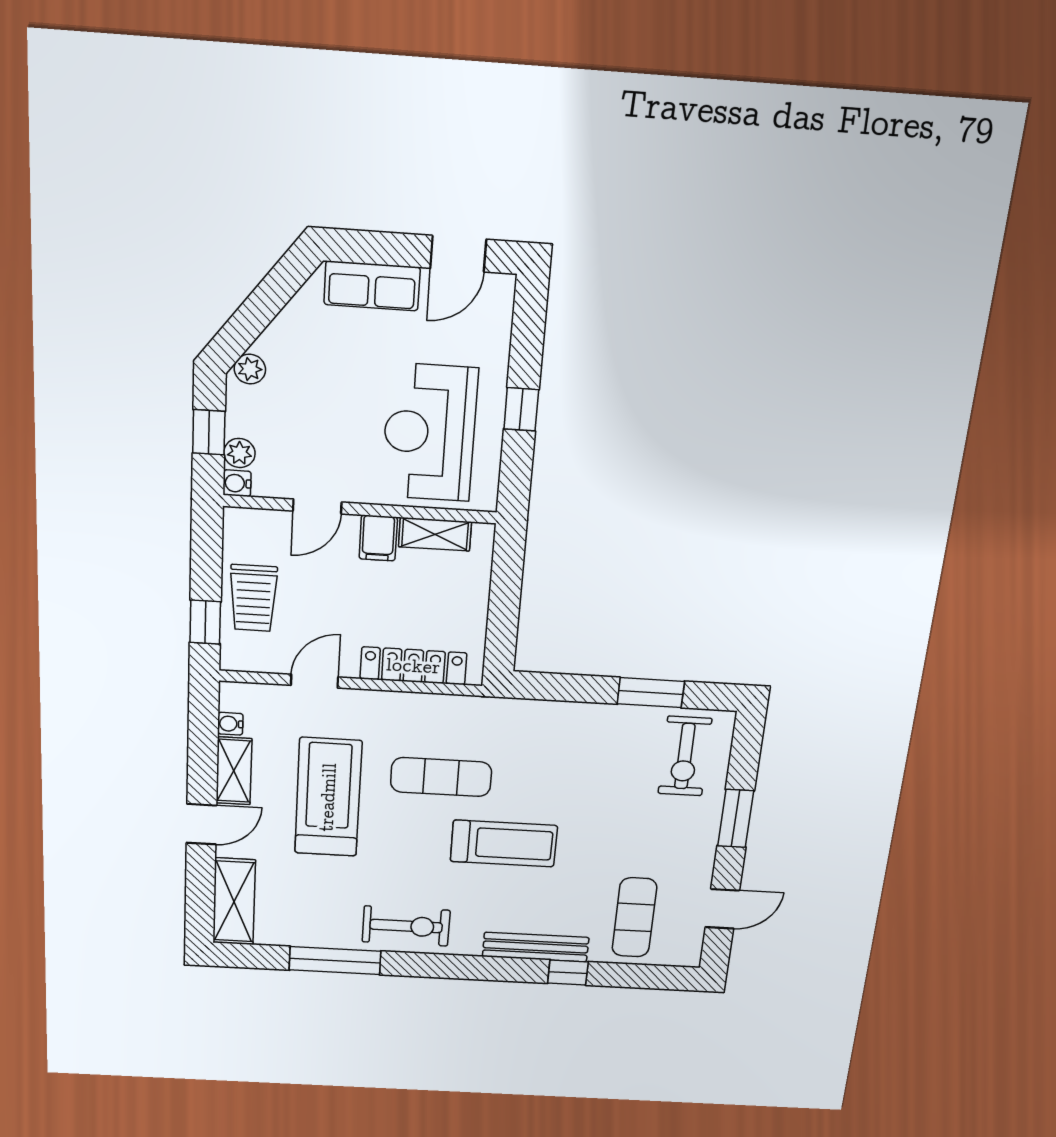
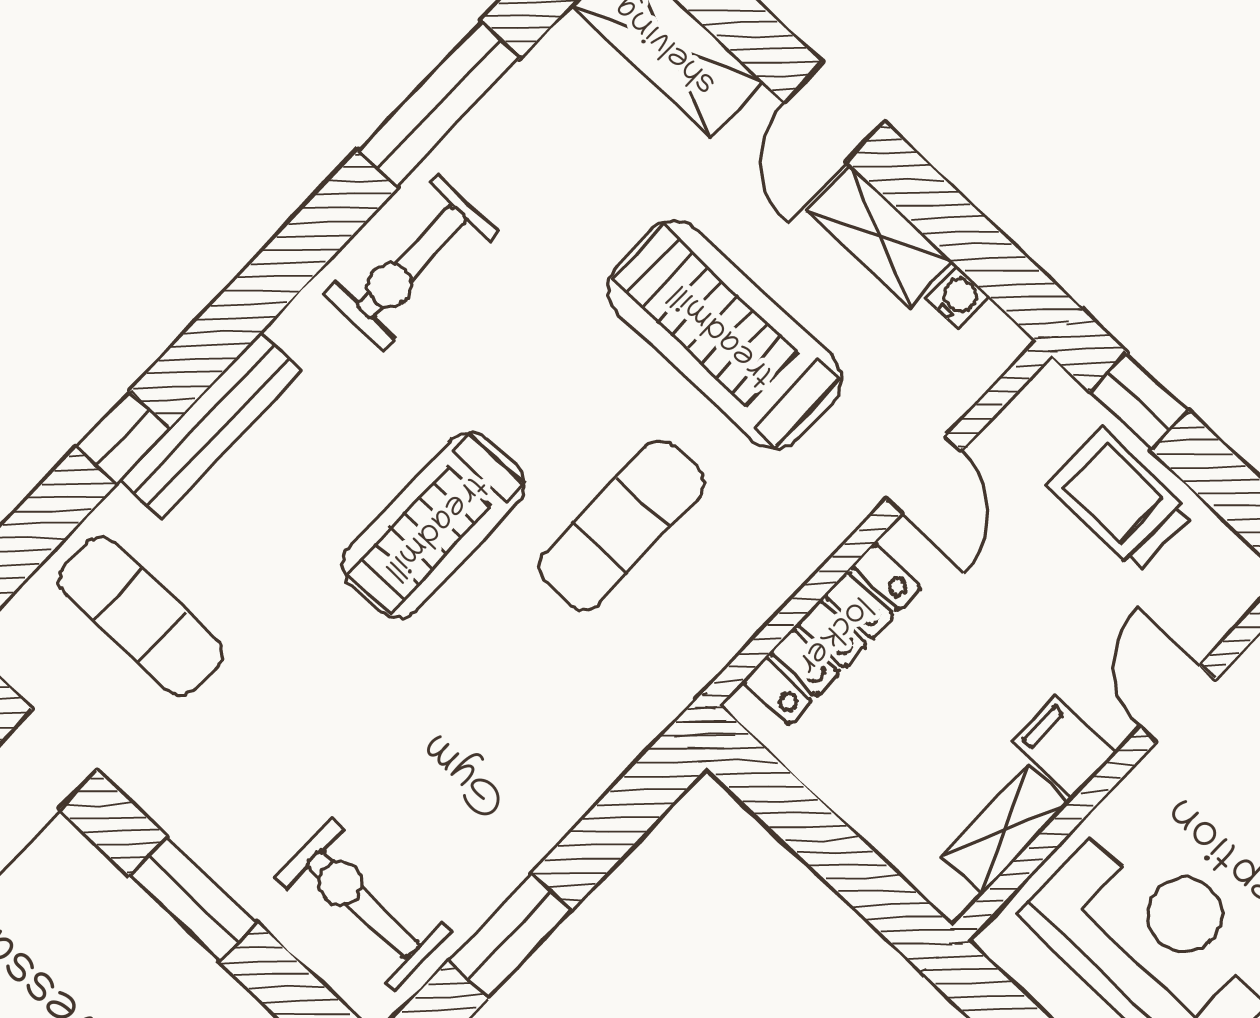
treadmill: (328, 797) -> (724, 334), turned 180

